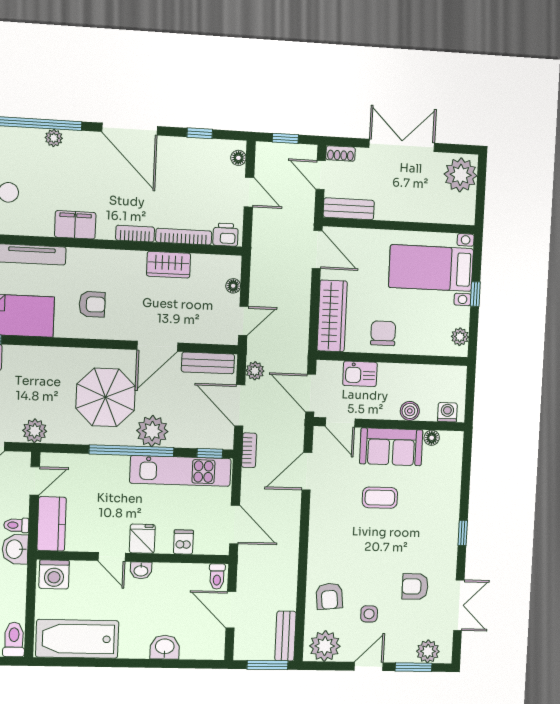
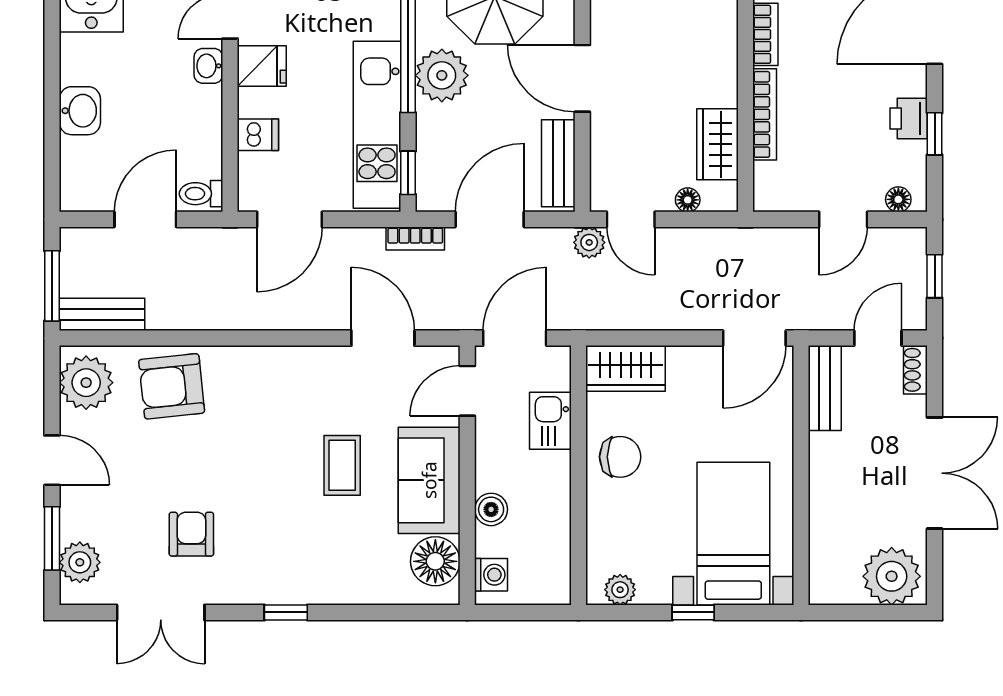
printer: (226, 235) -> (909, 119), moved, turned 180
wardrobe: (169, 265) -> (717, 144), moved
wardrobe: (332, 316) -> (626, 368), width x0.67
plant: (255, 371) -> (589, 242), moved
floor lamp: (432, 438) -> (435, 561), width x1.89, depth x1.89
armchair: (329, 596) -> (172, 386), width x1.38, depth x1.38
side table: (369, 614) -> (143, 456), removed

